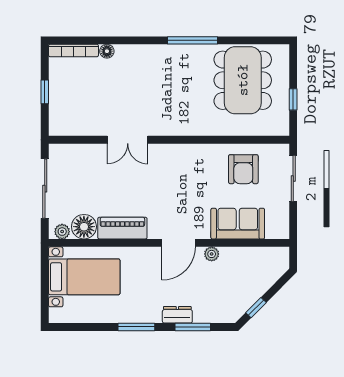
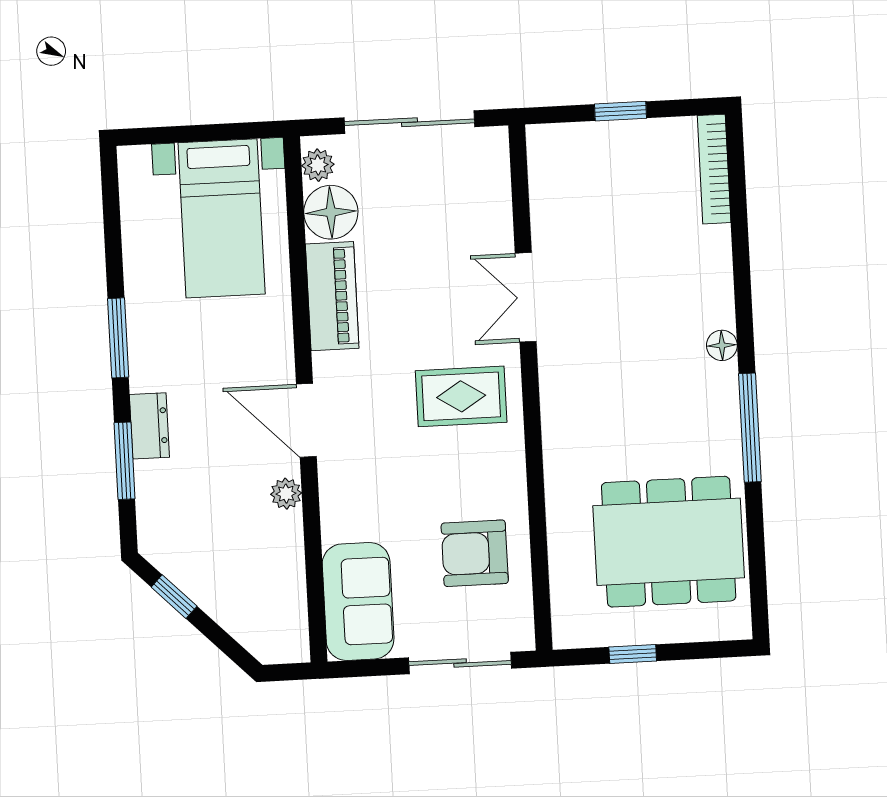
floor lamp: (107, 51) -> (722, 345), moved
rug: (171, 172) -> (461, 396), added
sofa: (238, 224) -> (358, 601), moved

